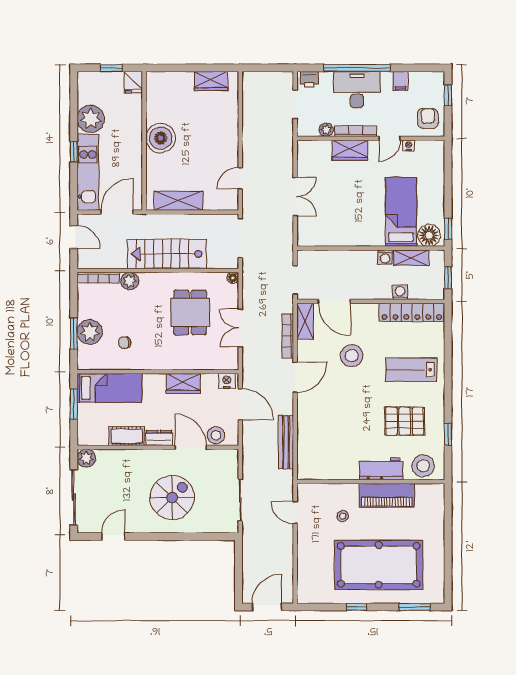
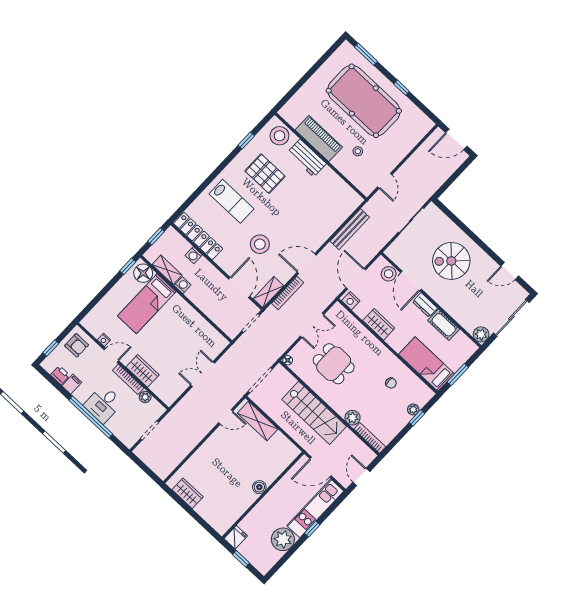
printer: (309, 79) -> (60, 375), moved
desk: (357, 90) -> (103, 404), width x0.73
armchair: (428, 119) -> (77, 345), turned -90
boiler: (161, 138) -> (259, 487), width x0.54, depth x0.54
shelving: (179, 201) -> (258, 421), moved
dining table: (190, 312) -> (334, 364), turned 90
plant: (90, 332) -> (413, 409), width x0.53, depth x0.53
window: (74, 333) -> (417, 418), width x0.67

